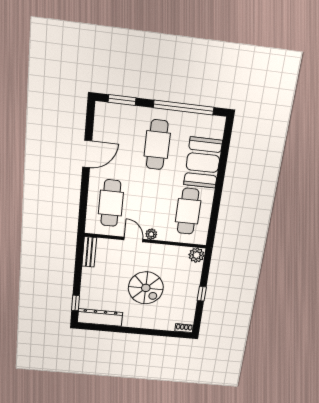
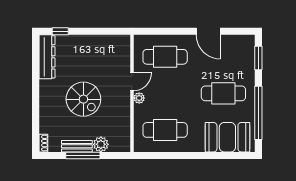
booth: (203, 163) -> (227, 137), moved
bench: (89, 252) -> (77, 146), moved
plant: (197, 255) -> (101, 144), moved
spiral stairs: (146, 288) -> (83, 99), turned -90
window: (202, 294) -> (83, 155), width x2.17

